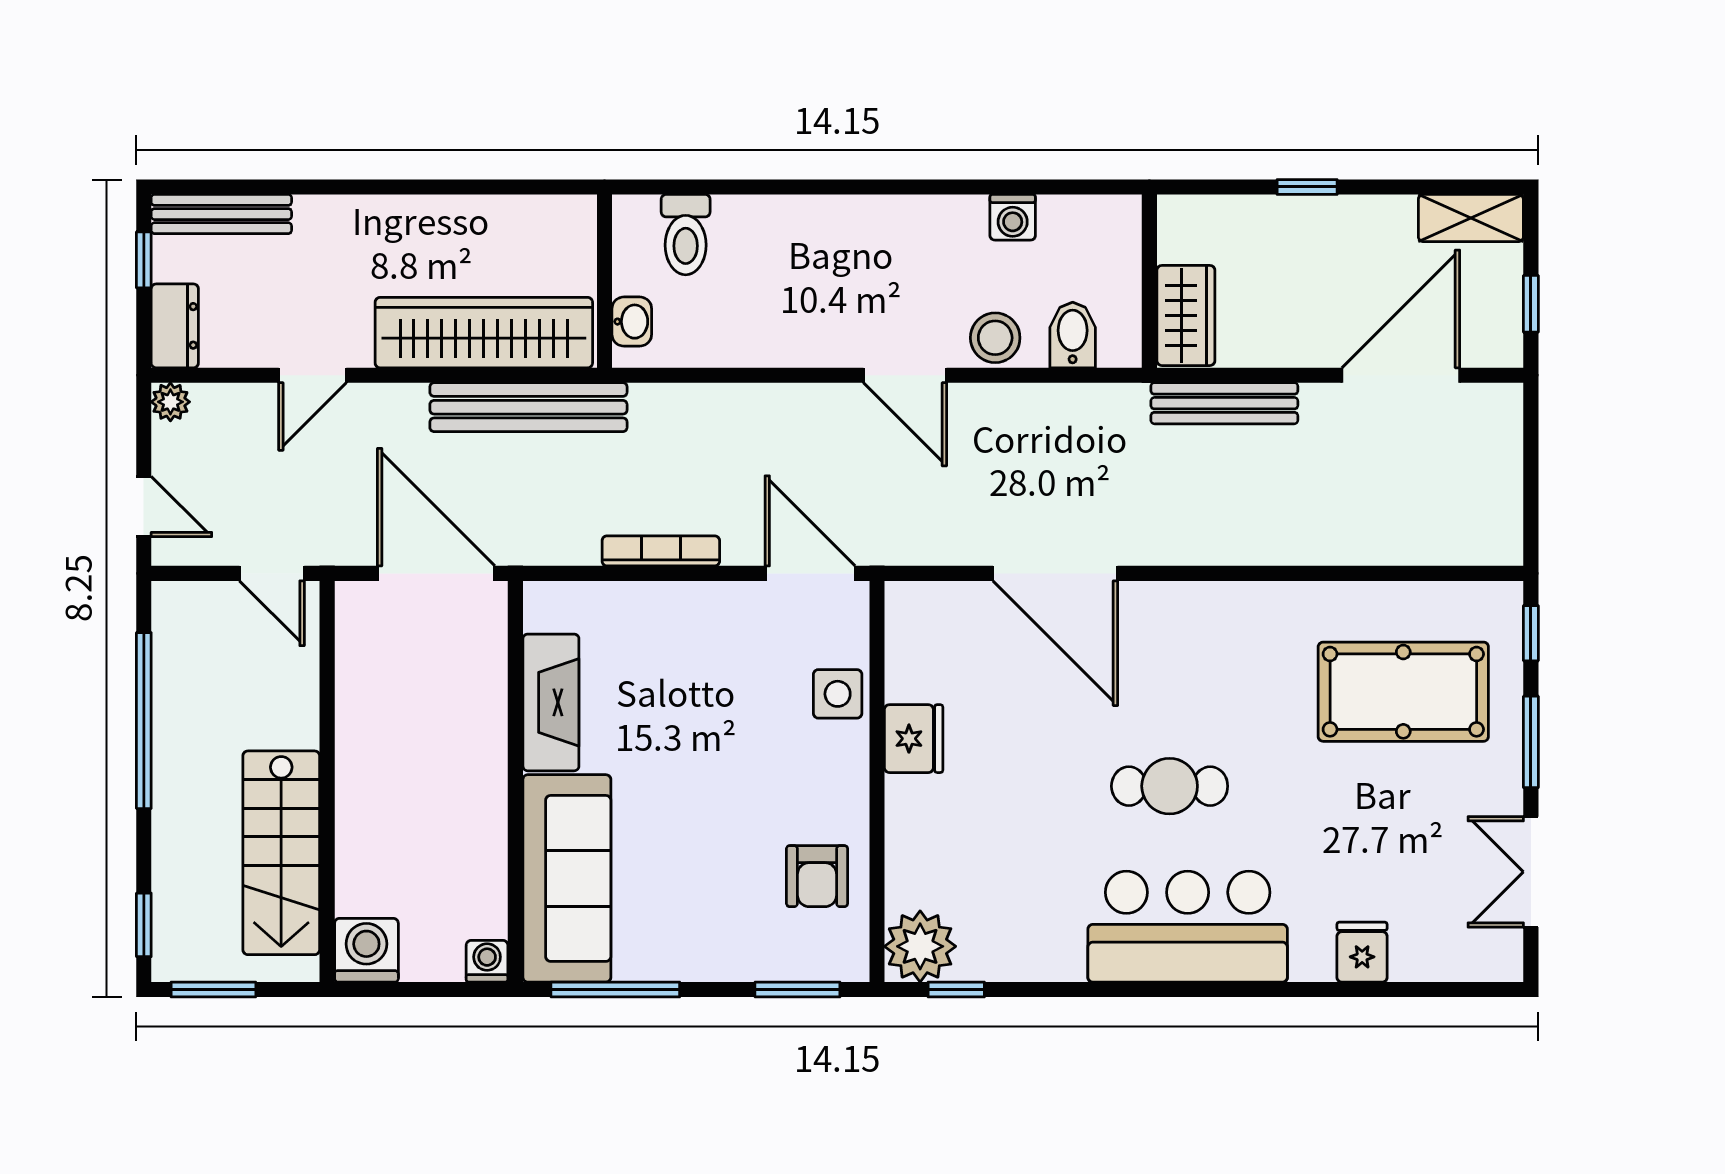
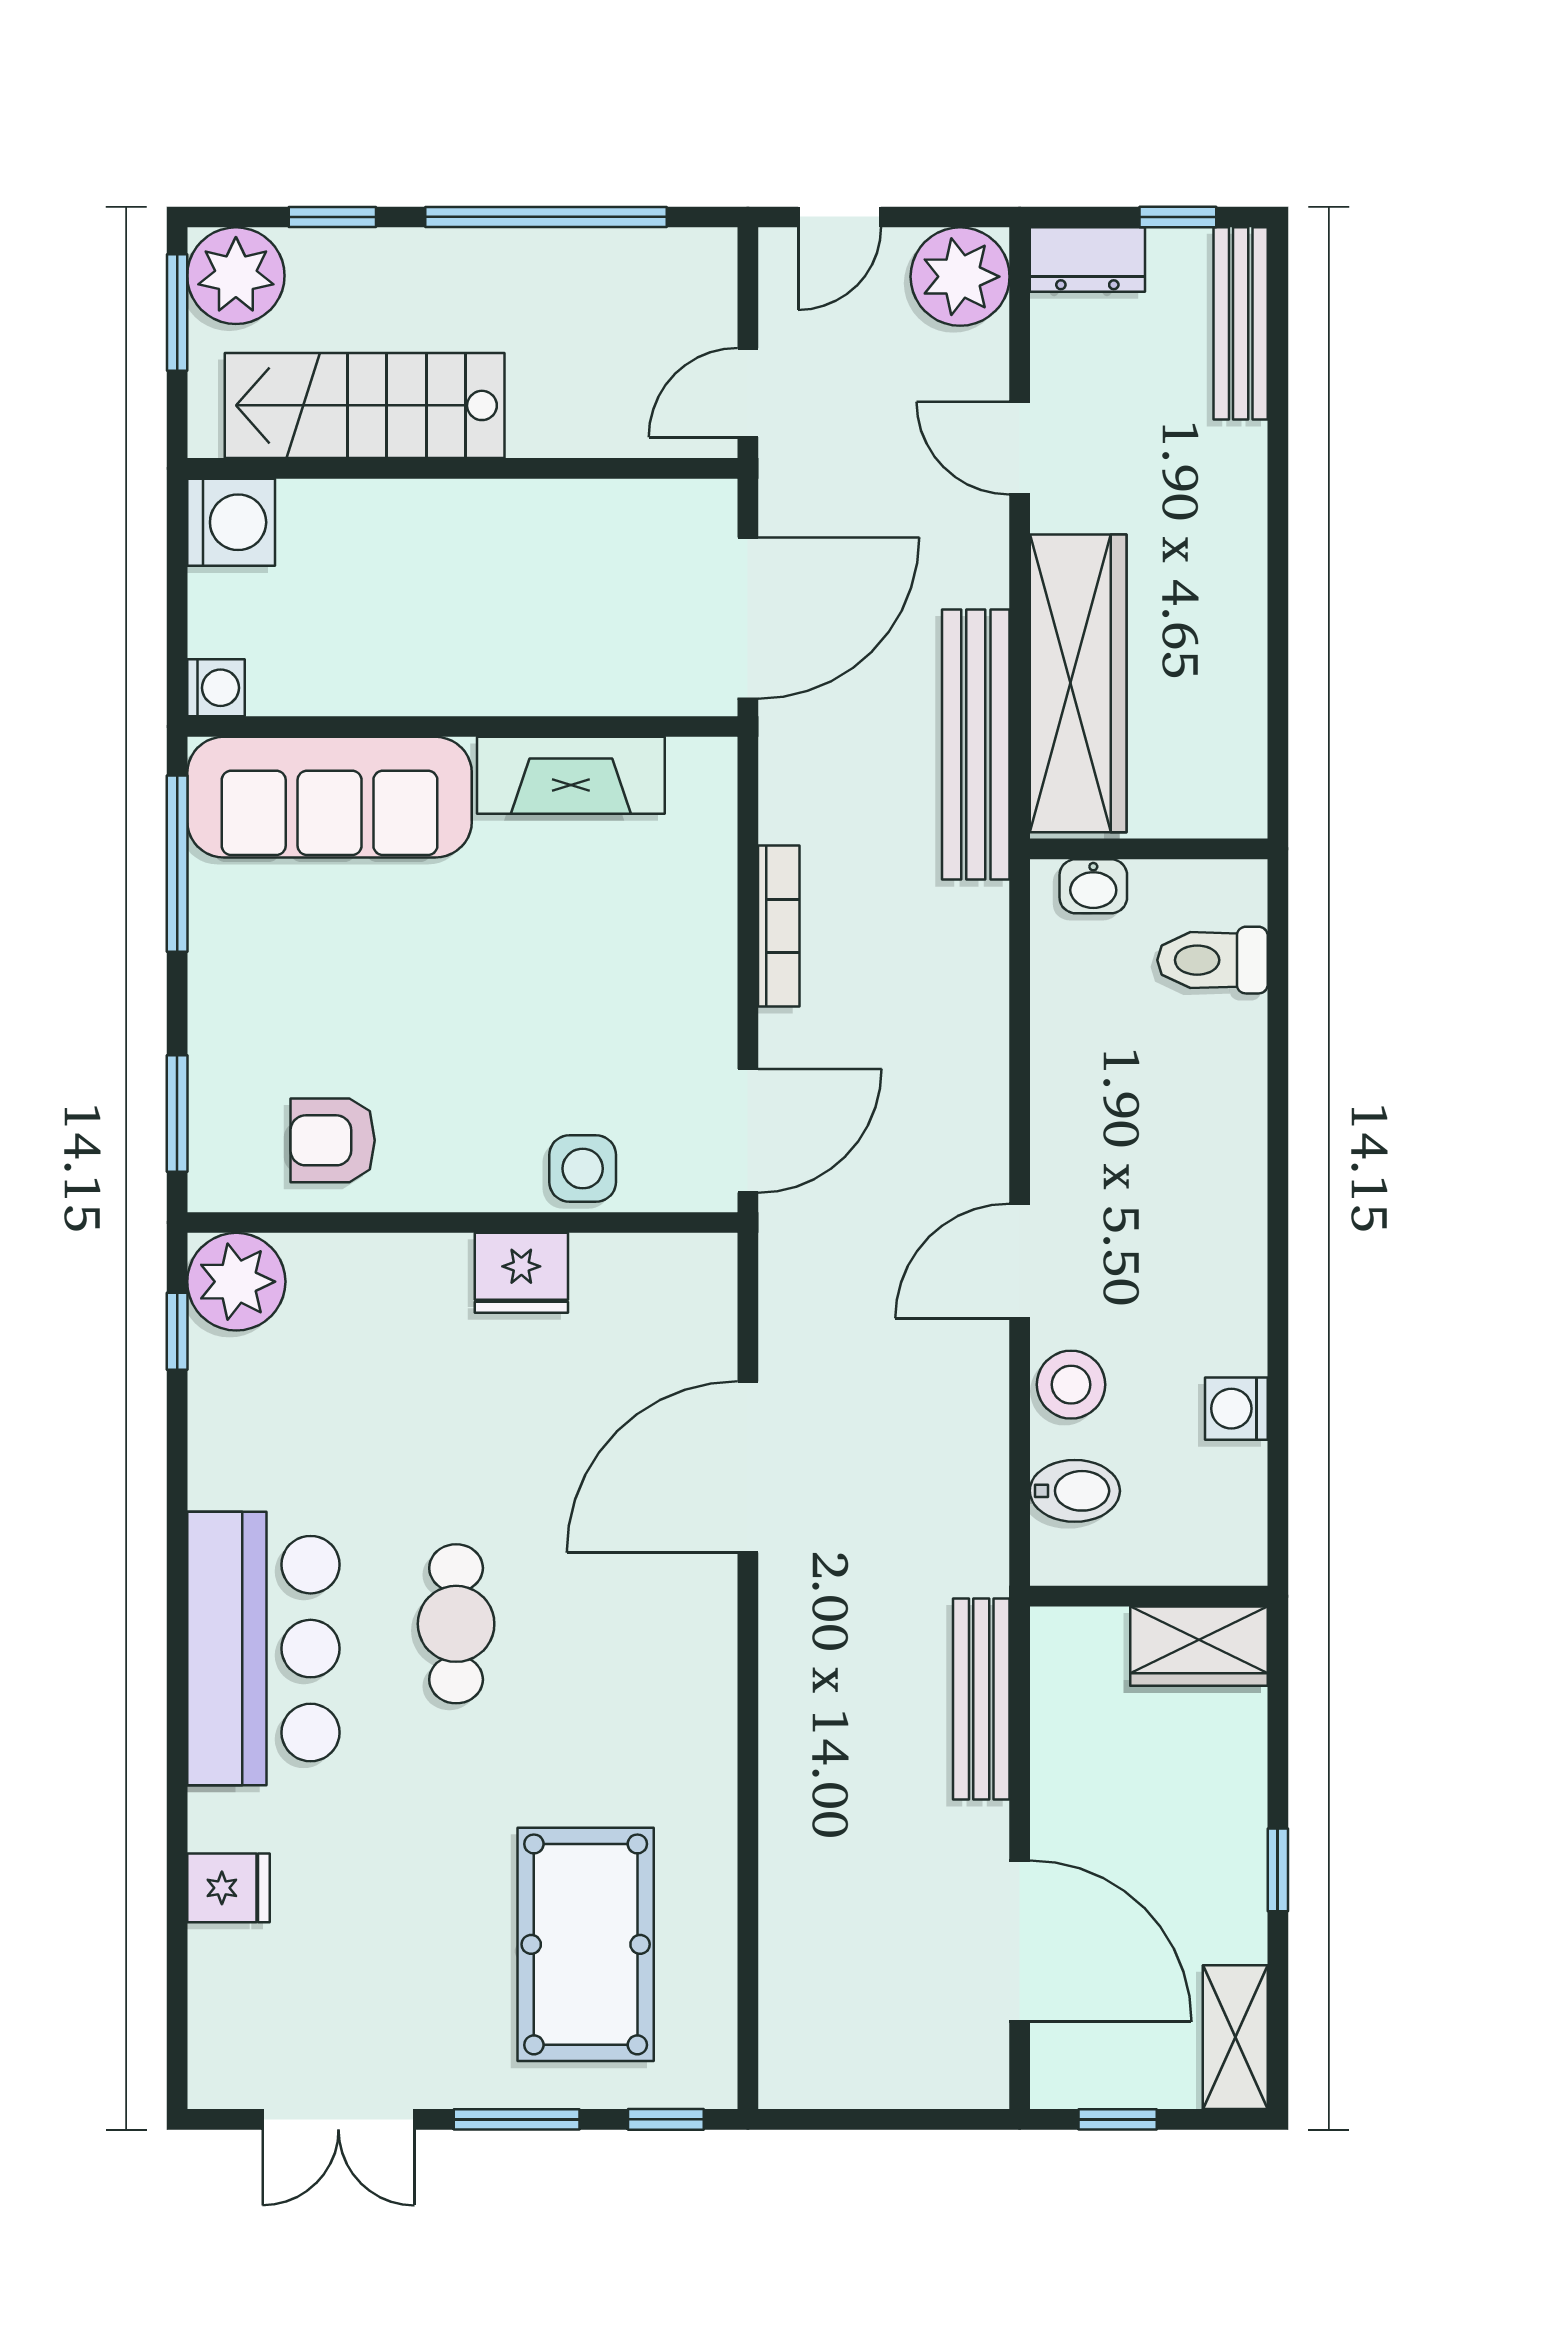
window: (1307, 187) -> (1278, 1870), moved
wardrobe: (1186, 315) -> (1199, 1646), moved
plant: (170, 402) -> (960, 277), width x1.87, depth x1.87
double door: (1531, 872) -> (338, 2119), swing flipped
window: (144, 925) -> (332, 217), moved
plant: (187, 947) -> (236, 276), added

